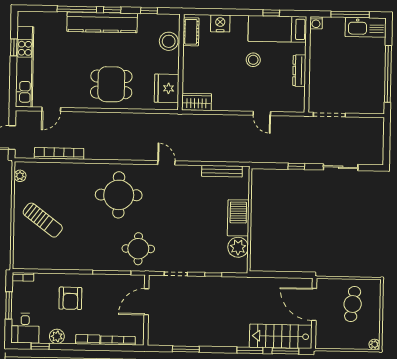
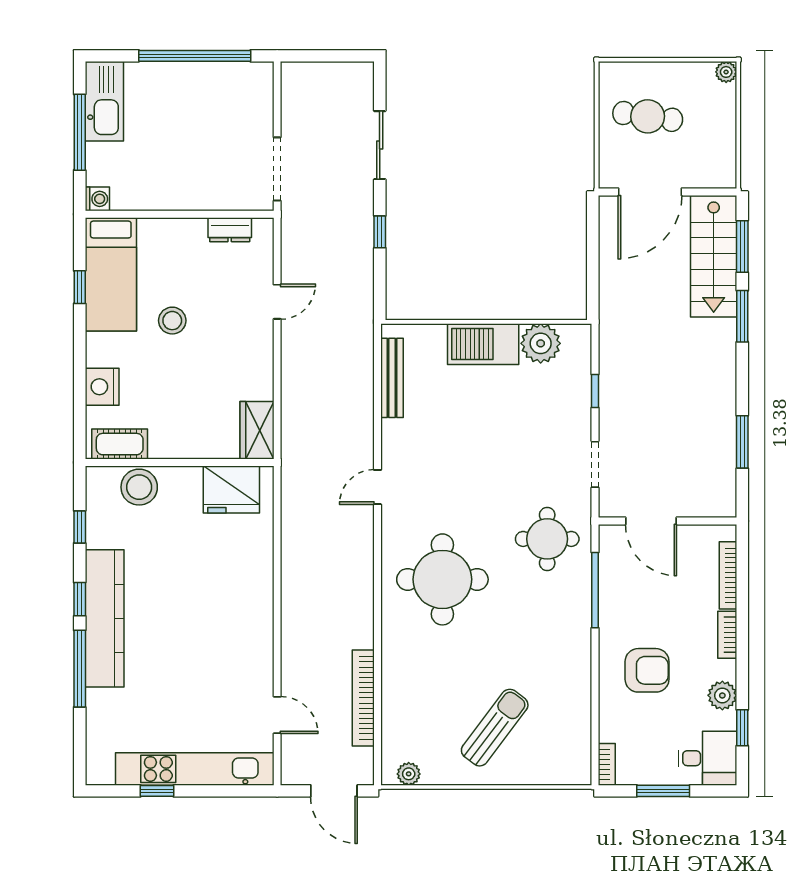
dresser: (299, 71) -> (230, 230), moved, width x0.70
dining table: (111, 84) -> (226, 598), removed

